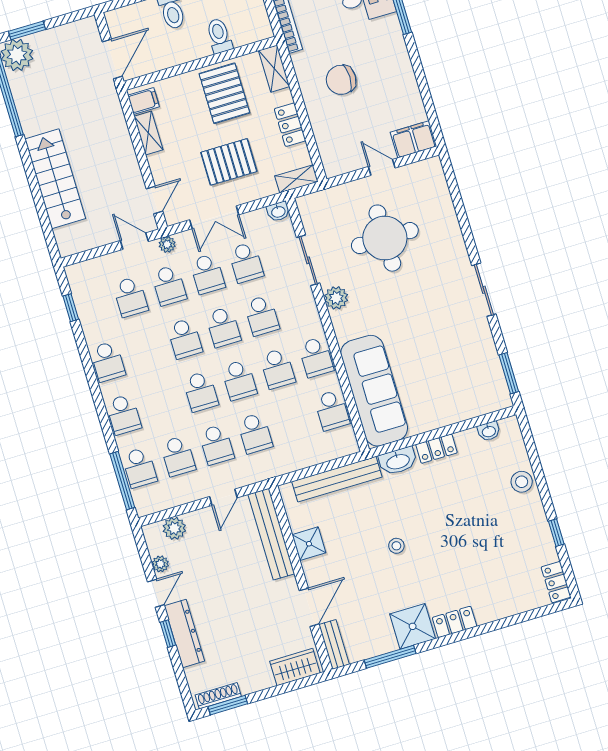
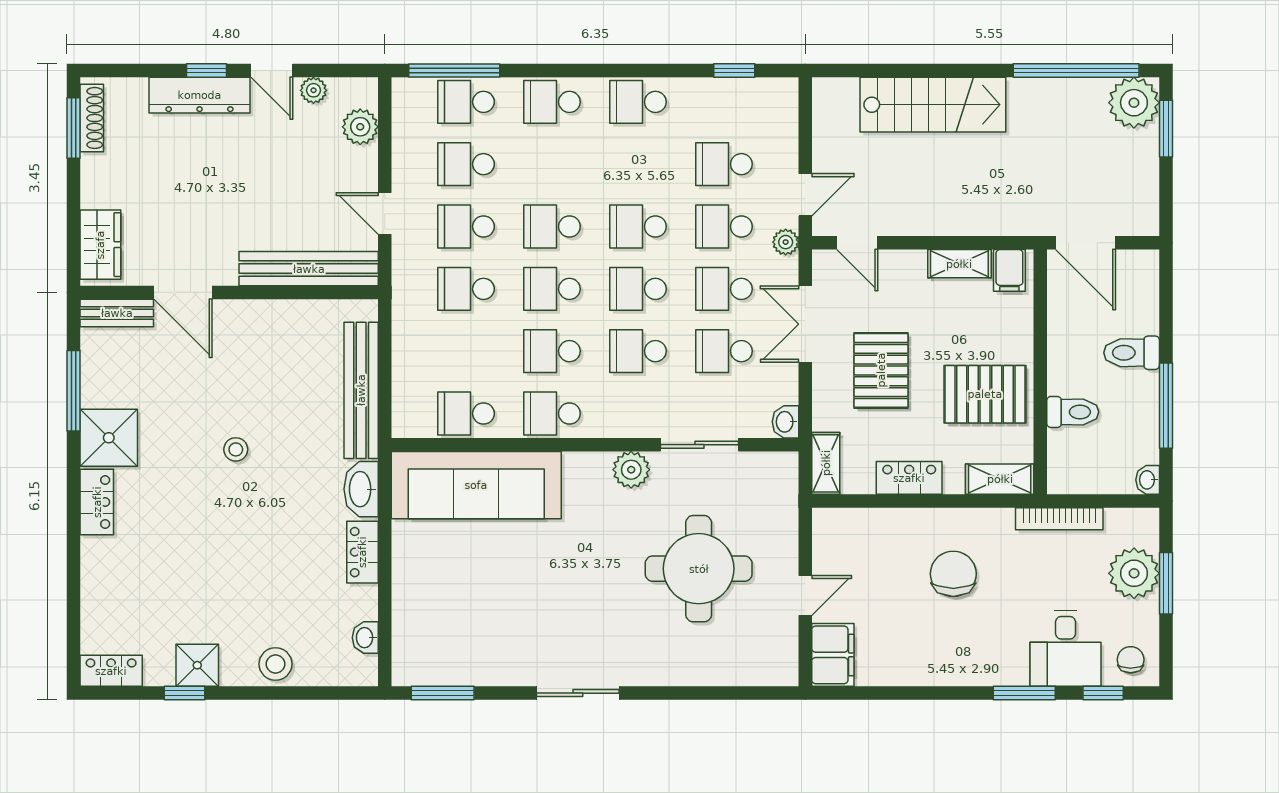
shower: (309, 544) -> (197, 665), moved

